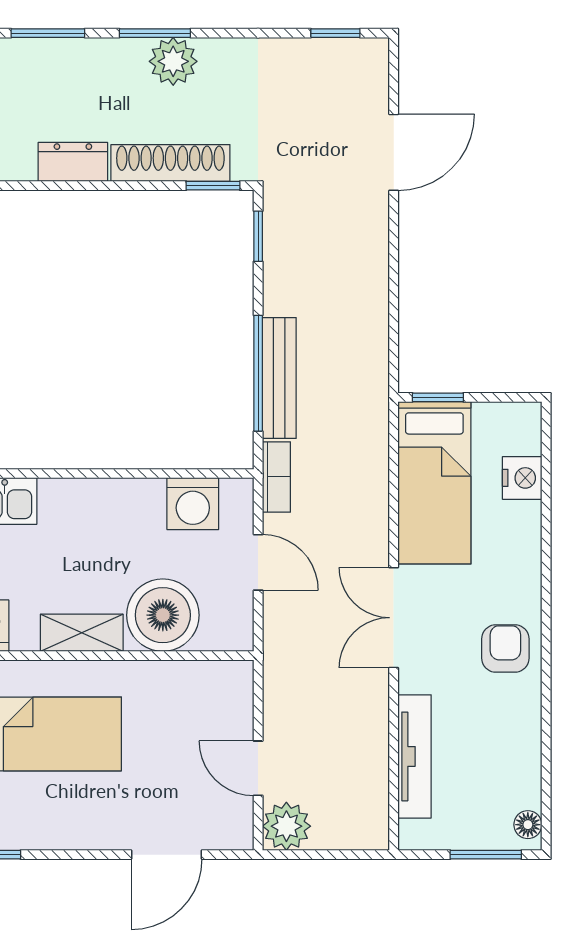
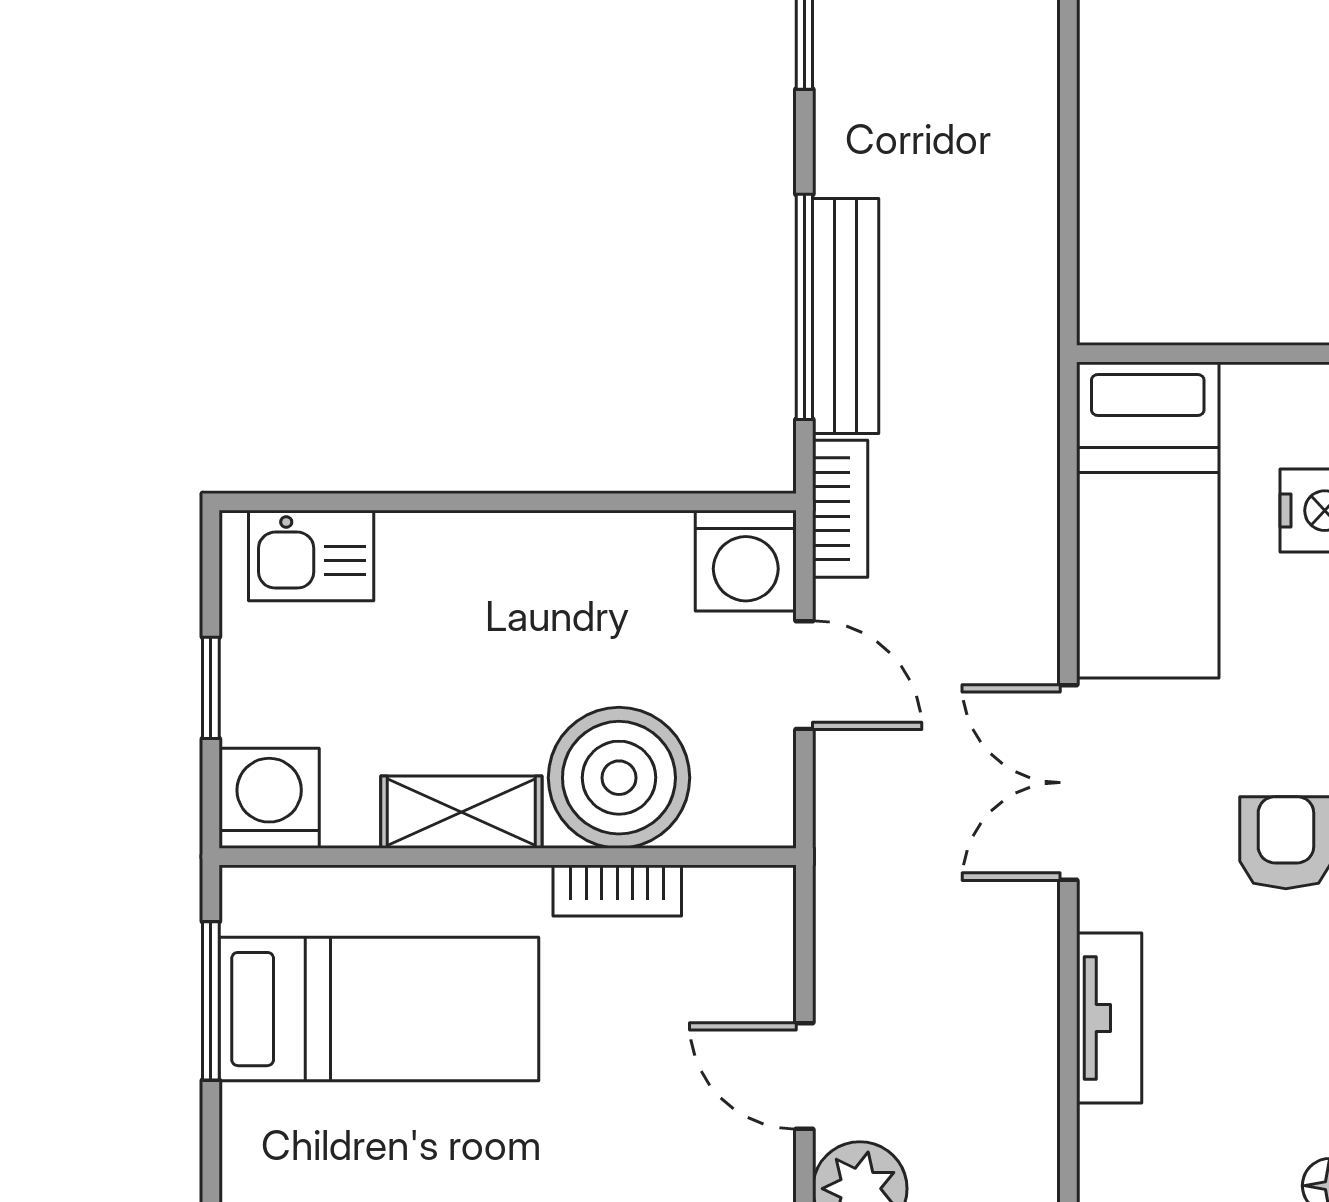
window: (438, 397) -> (1155, 354), removed
washing machine: (193, 504) -> (746, 561), moved
bookcase: (162, 673) -> (617, 890), added
tv unit: (415, 756) -> (1109, 1018), width x0.71

